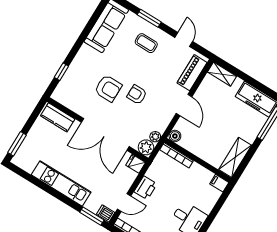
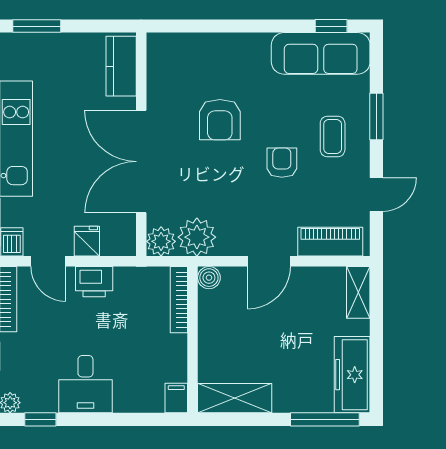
window: (61, 72) -> (331, 26), moved
armchair: (137, 95) -> (282, 163), moved
plant: (155, 137) -> (197, 237), width x1.87, depth x1.87
fridge: (136, 164) -> (87, 241), moved

